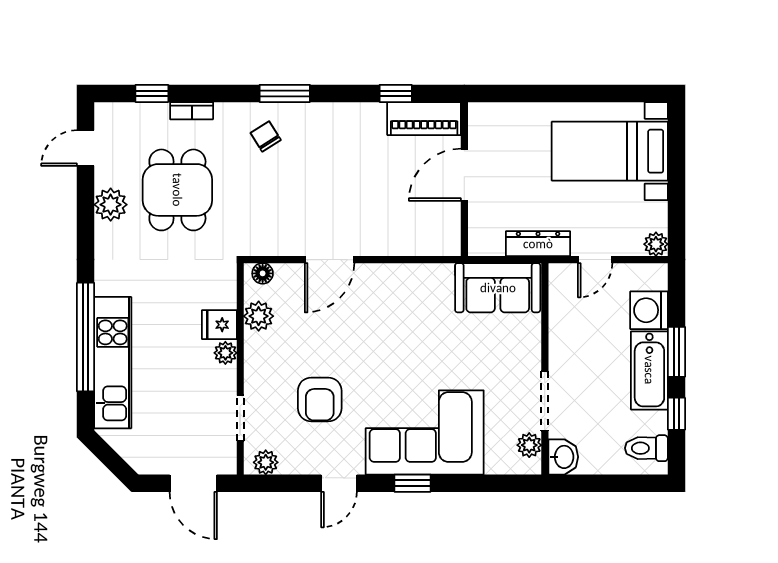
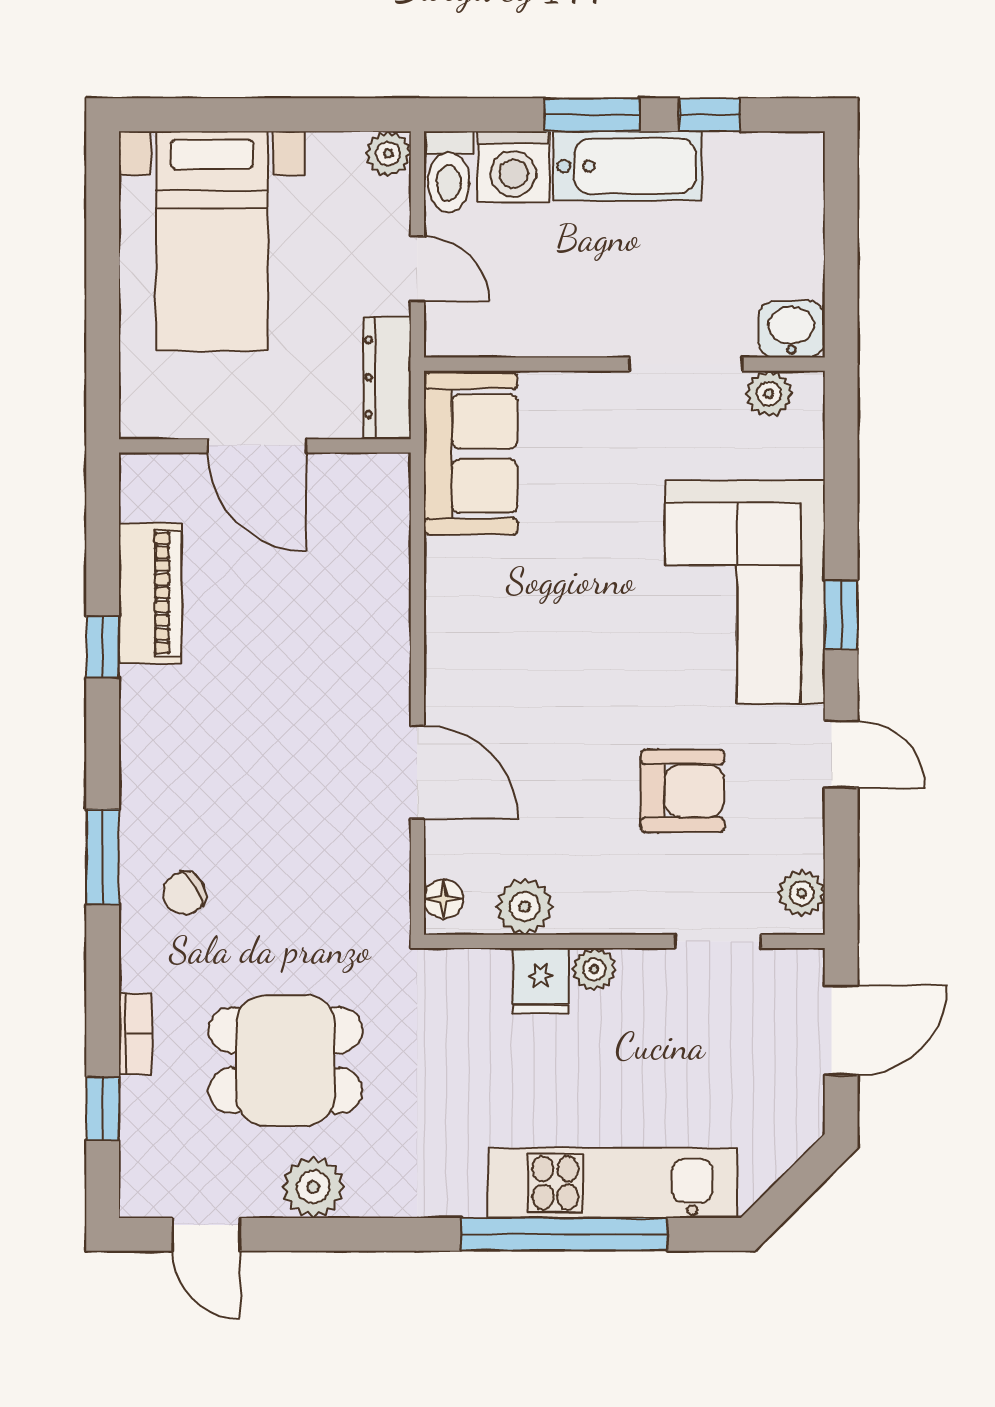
door: (464, 175) -> (257, 446), moved
wall: (464, 179) -> (265, 446), moved
toilet: (646, 448) -> (449, 172), moved

